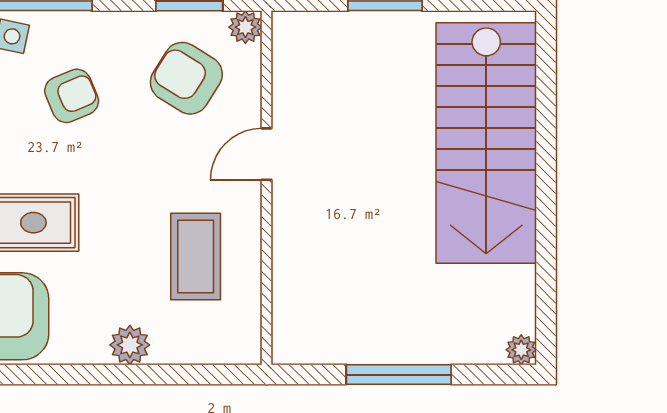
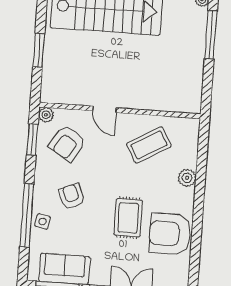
coffee table: (196, 256) -> (149, 145), turned -30
window: (399, 375) -> (211, 35), moved

